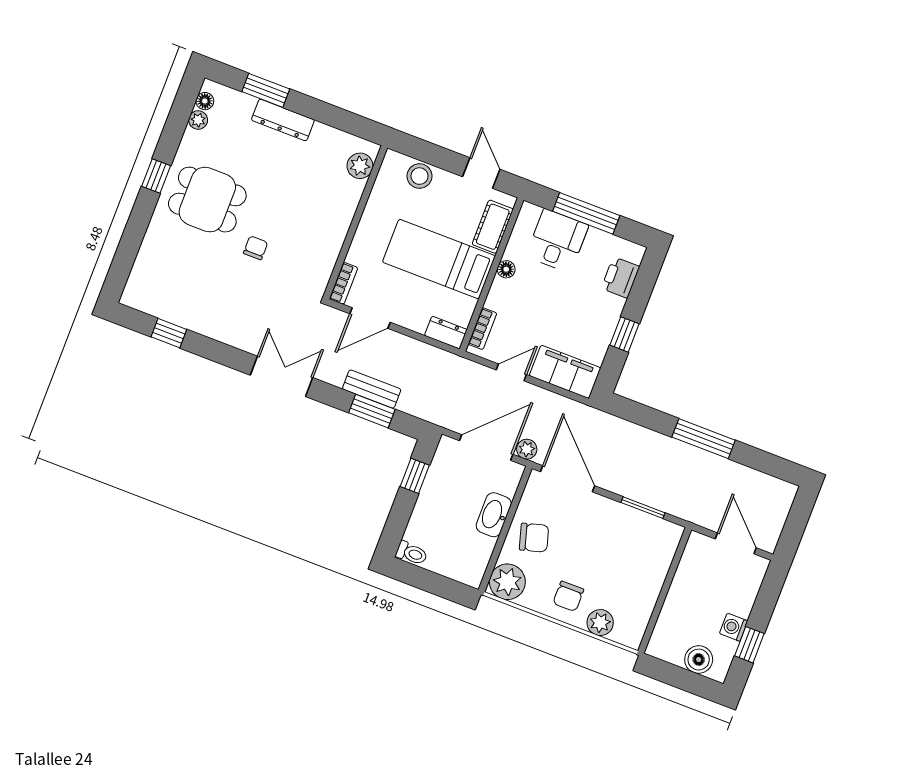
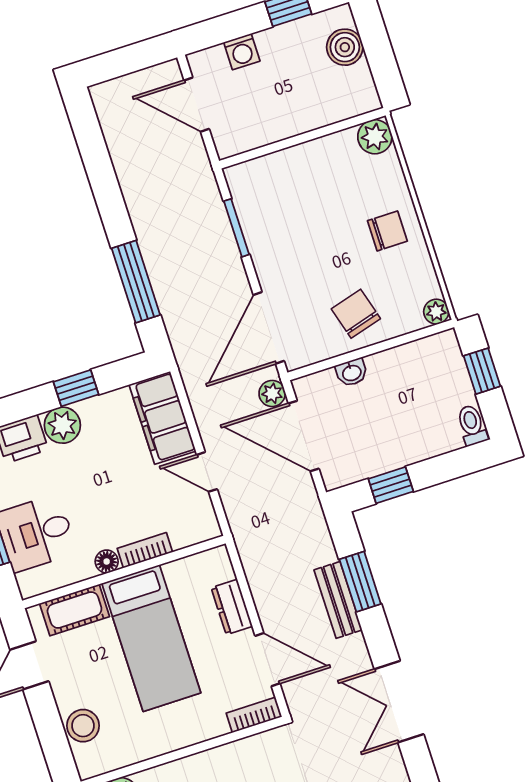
plant: (609, 309) -> (62, 425), added
bookcase: (483, 329) -> (145, 550), moved
dresser: (446, 333) -> (232, 607), moved
window: (704, 439) -> (136, 282), moved
washbasin: (494, 515) -> (352, 372), width x0.52, depth x0.69
door: (736, 543) -> (197, 105), hinge flipped
plant: (507, 582) -> (436, 312), width x0.53, depth x0.53
window: (439, 585) -> (482, 371), added
plant: (600, 623) -> (375, 137), moved
washing machine: (734, 627) -> (242, 52), moved

